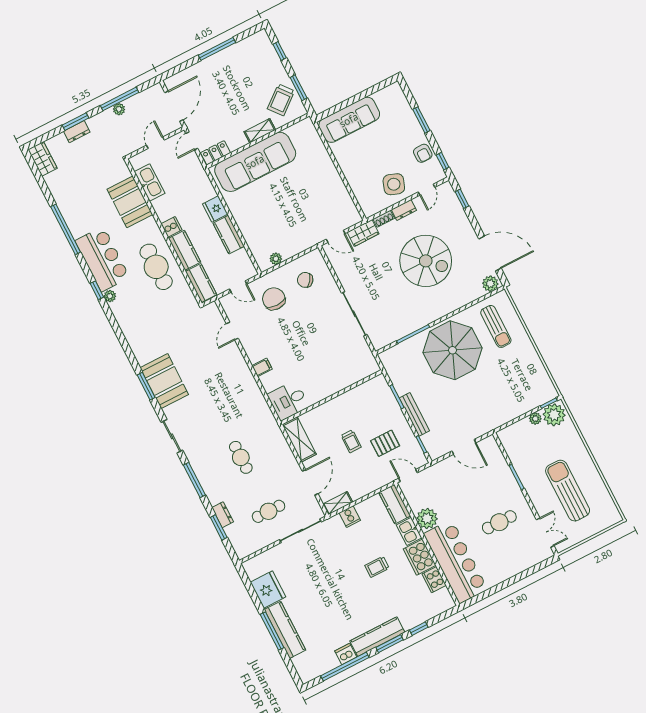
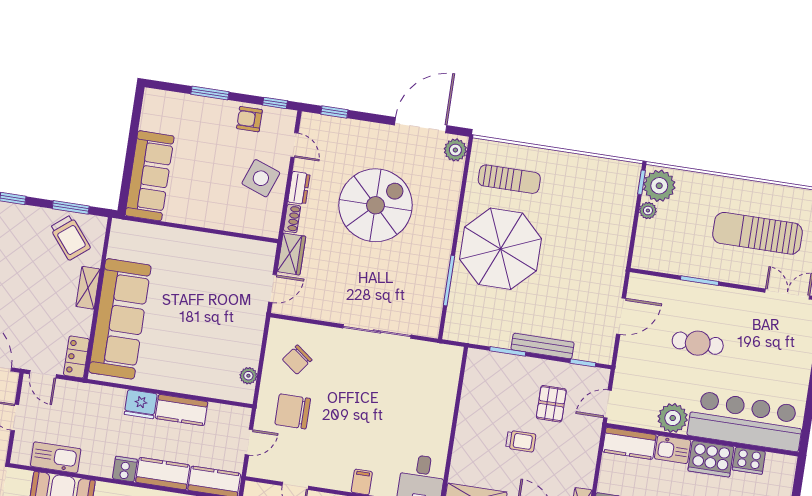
armchair: (423, 153) -> (249, 119), turned 180
cafe table: (499, 522) -> (698, 343), moved, turned 90

